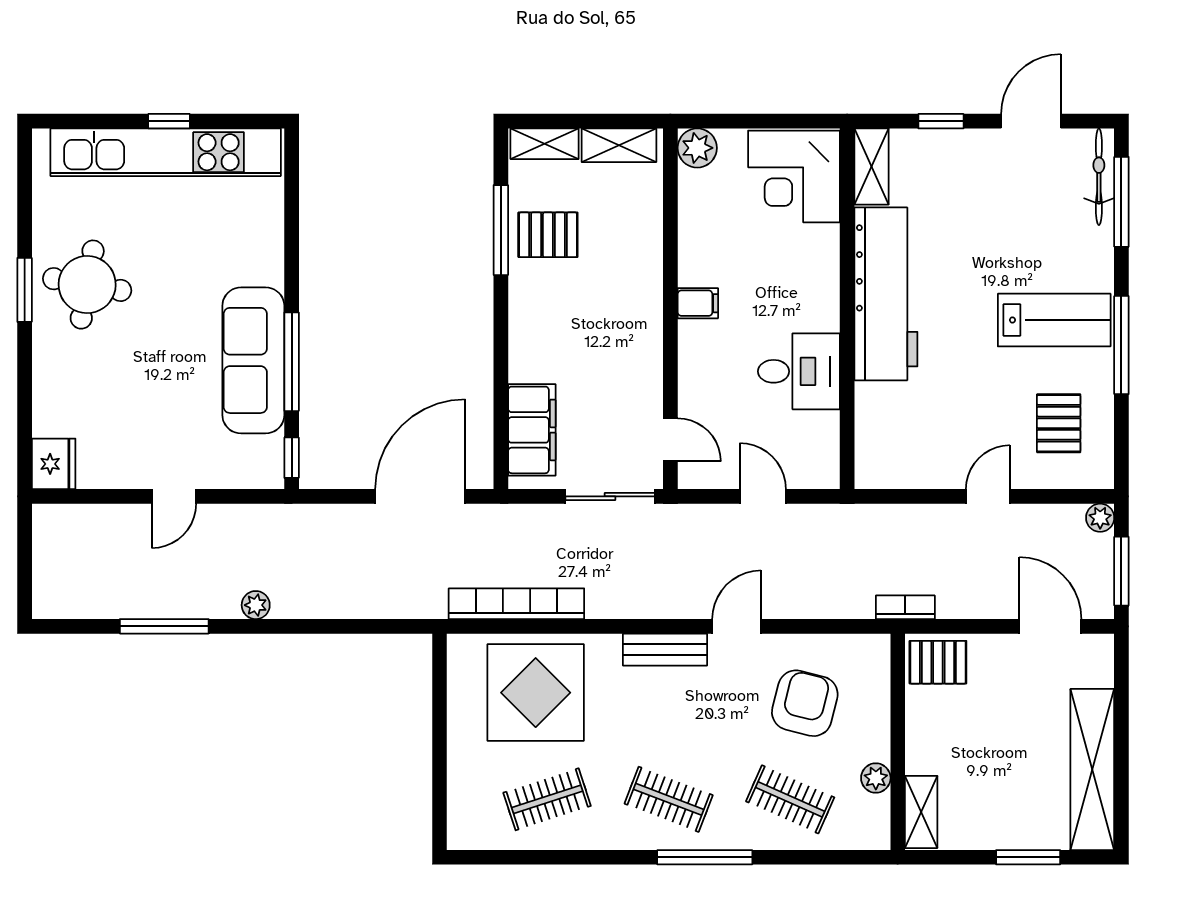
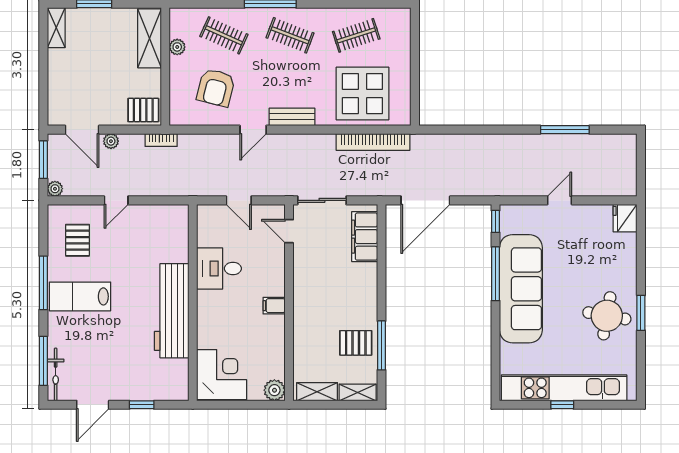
shelving: (872, 166) -> (179, 380), removed
sofa: (253, 360) -> (521, 289), width x1.36, depth x1.27
plant: (256, 605) -> (111, 141), moved
shelving: (1092, 769) -> (56, 28), width x0.45, depth x0.75
shelving: (921, 812) -> (149, 38), width x1.50, depth x1.33

